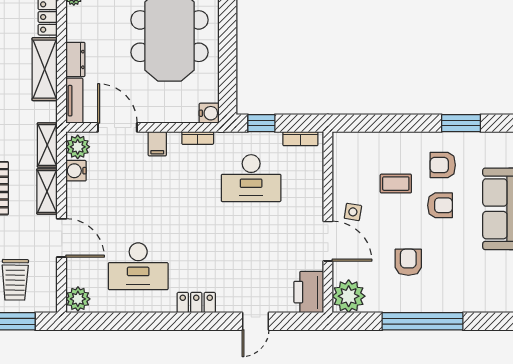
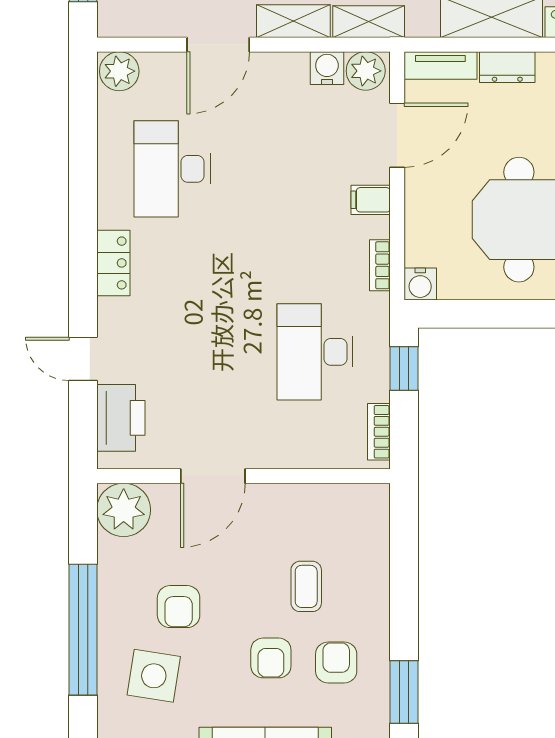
side table: (353, 212) -> (154, 676), moved, width x1.87, depth x1.87
armchair: (408, 262) -> (179, 607), turned 90
printer: (309, 292) -> (121, 418), moved, turned 90

